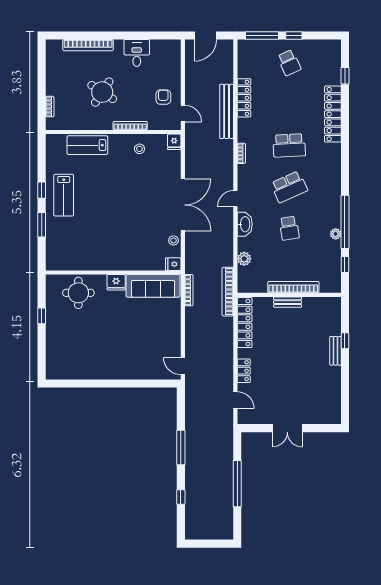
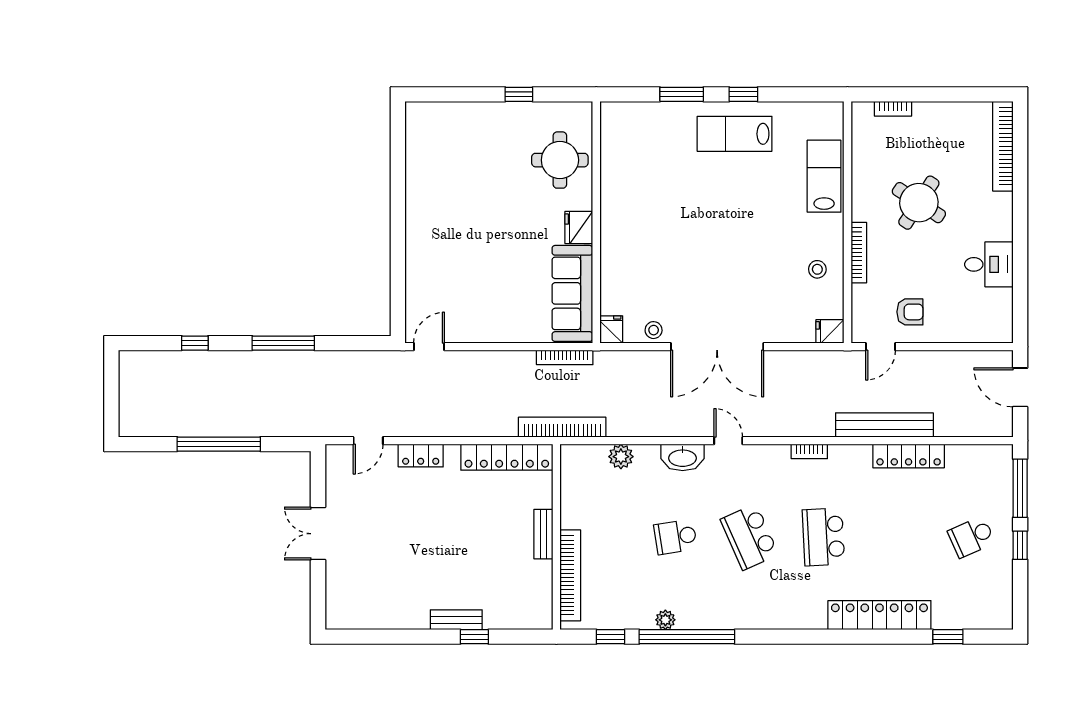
bookcase: (88, 45) -> (1003, 146), moved
bookcase: (293, 287) -> (570, 575), moved

